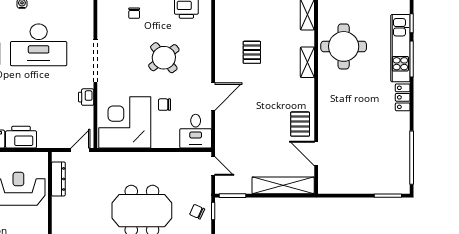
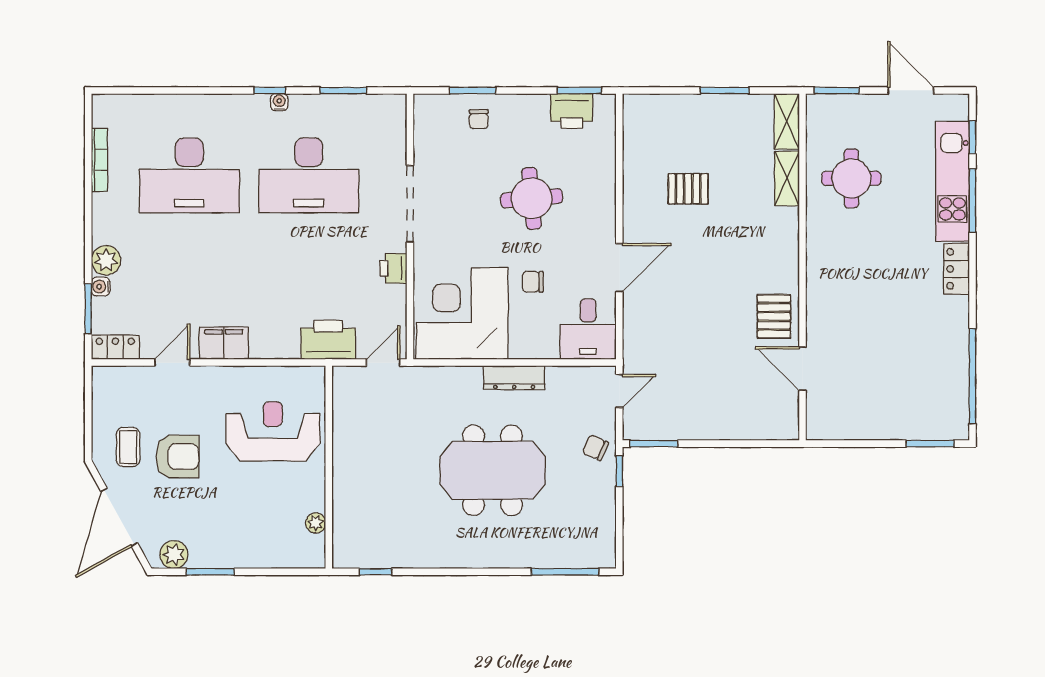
round table: (344, 46) -> (851, 178), width x0.73, depth x0.73
pallet: (252, 52) -> (688, 189), turned 90
round table: (164, 58) -> (532, 198), turned 34
shelving: (307, 62) -> (787, 179), moved
printer: (21, 137) -> (328, 340), moved
door: (213, 166) -> (619, 391), hinge flipped
dresser: (58, 179) -> (514, 378), moved, turned 90
shelving: (283, 185) -> (744, 425), removed
chair: (197, 212) -> (595, 448), moved

